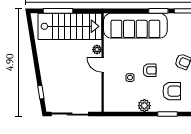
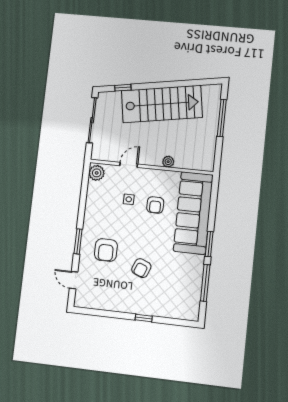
stairs: (70, 26) -> (162, 104), moved, turned -99
door: (103, 65) -> (129, 165), moved
armchair: (150, 70) -> (155, 205), moved
plant: (144, 106) -> (97, 173), moved

